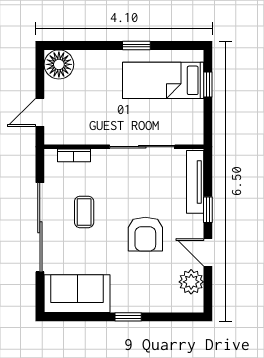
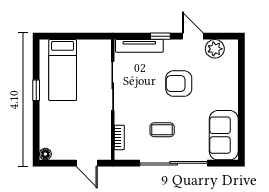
floor lamp: (59, 64) -> (45, 154), width x0.53, depth x0.53
window: (208, 85) -> (66, 36), removed
armchair: (145, 234) -> (179, 84), turned 180
door: (208, 252) -> (193, 36), swing flipped
window: (128, 317) -> (241, 97), removed

